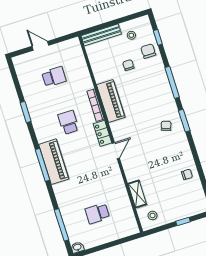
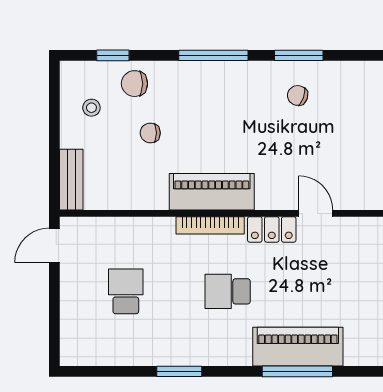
bench: (101, 35) -> (71, 180), width x0.73
door: (40, 46) -> (54, 245), moved

